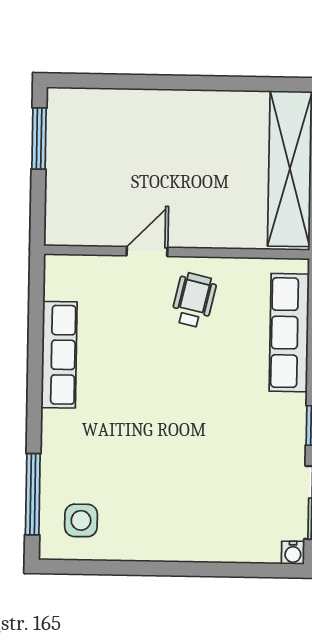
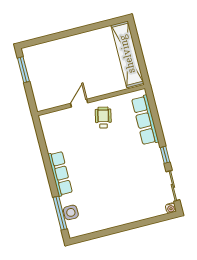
row of seats: (59, 355) -> (60, 174), moved
side table: (81, 520) -> (71, 212), moved

